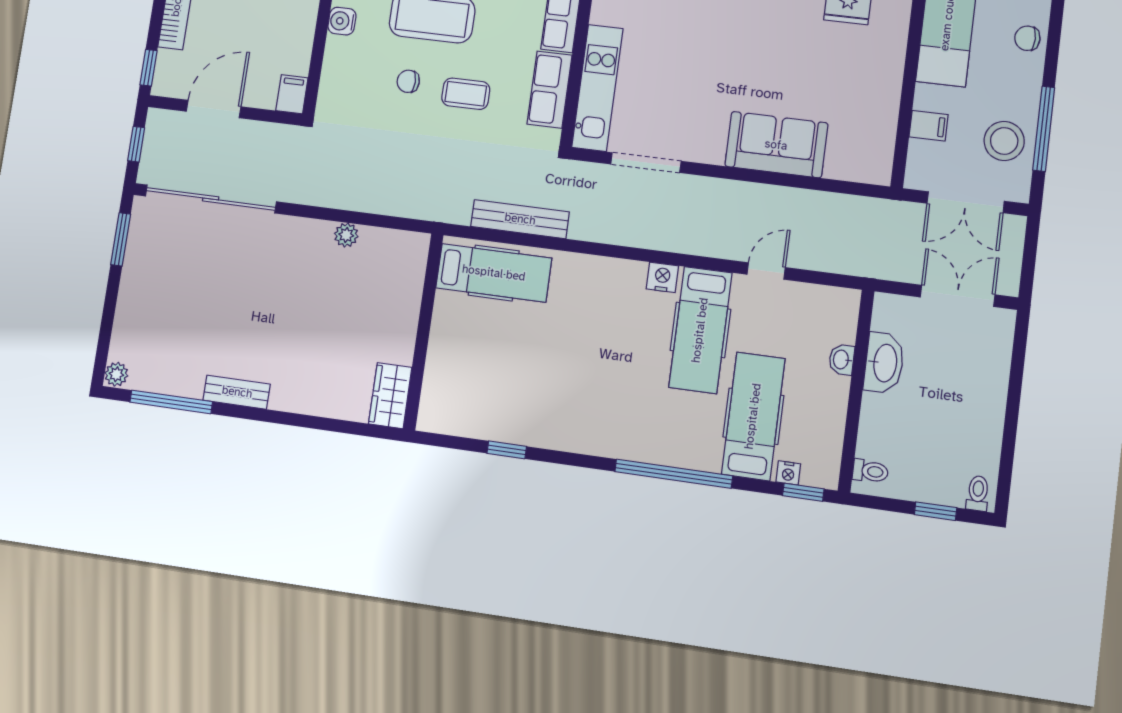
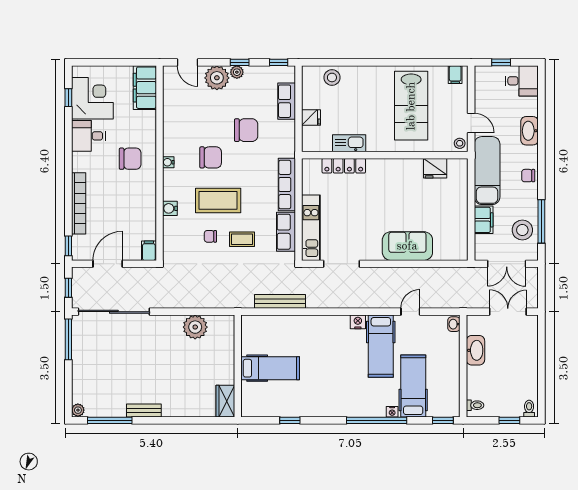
filing cabinet: (929, 126) -> (484, 220), width x2.00
plant: (346, 235) -> (195, 327), width x1.88, depth x1.88
window: (121, 239) -> (68, 339), width x1.44
hospital bed: (494, 273) -> (270, 368), moved
washbasin: (842, 360) -> (454, 324), moved
nightstand: (788, 473) -> (392, 412), moved

